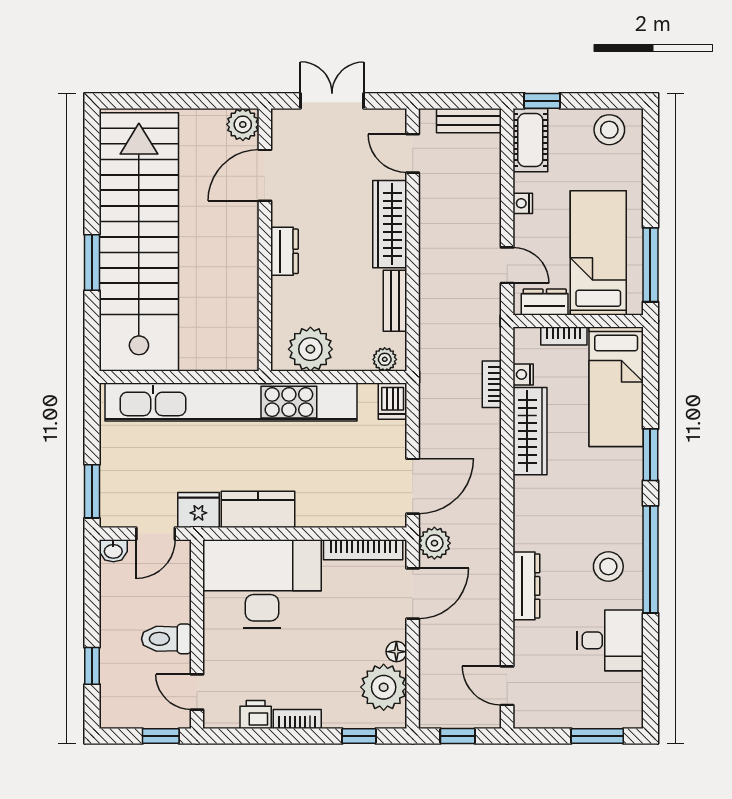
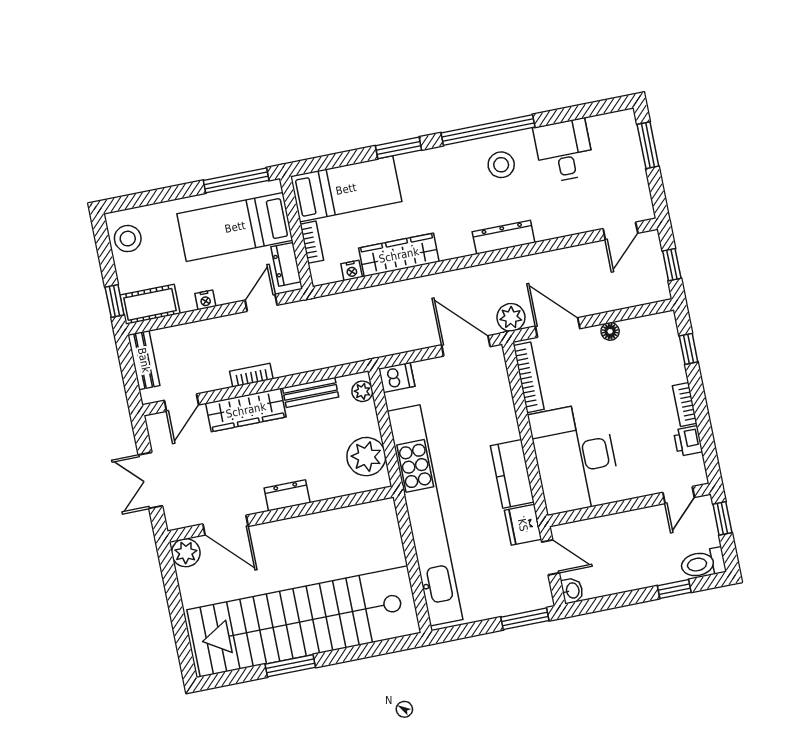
window: (92, 263) -> (290, 666), moved
bookcase: (492, 384) -> (251, 375), moved, turned 180
dresser: (526, 586) -> (504, 237), moved
toilet: (166, 639) -> (703, 563), moved, turned 90
plant: (384, 687) -> (643, 336), removed

